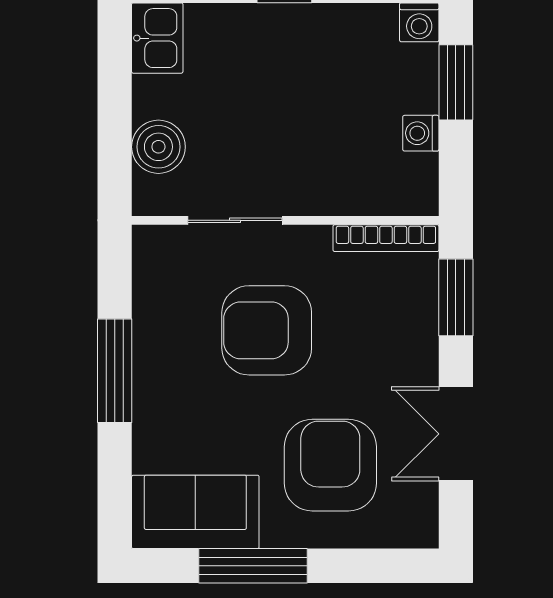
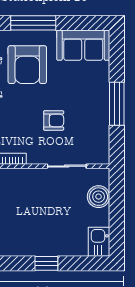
armchair: (267, 330) -> (54, 120), width x0.53, depth x0.53
window: (253, 566) -> (33, 23), moved

